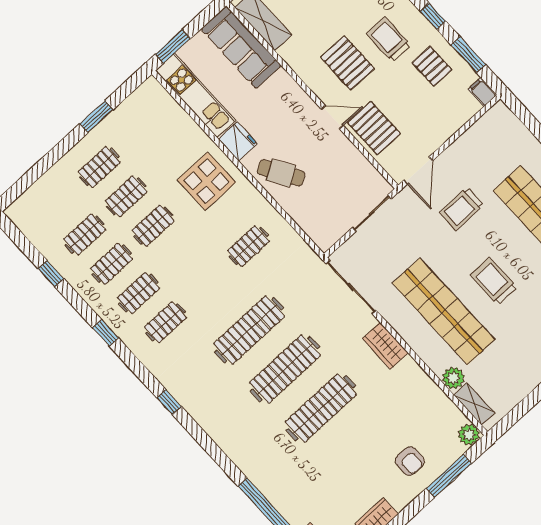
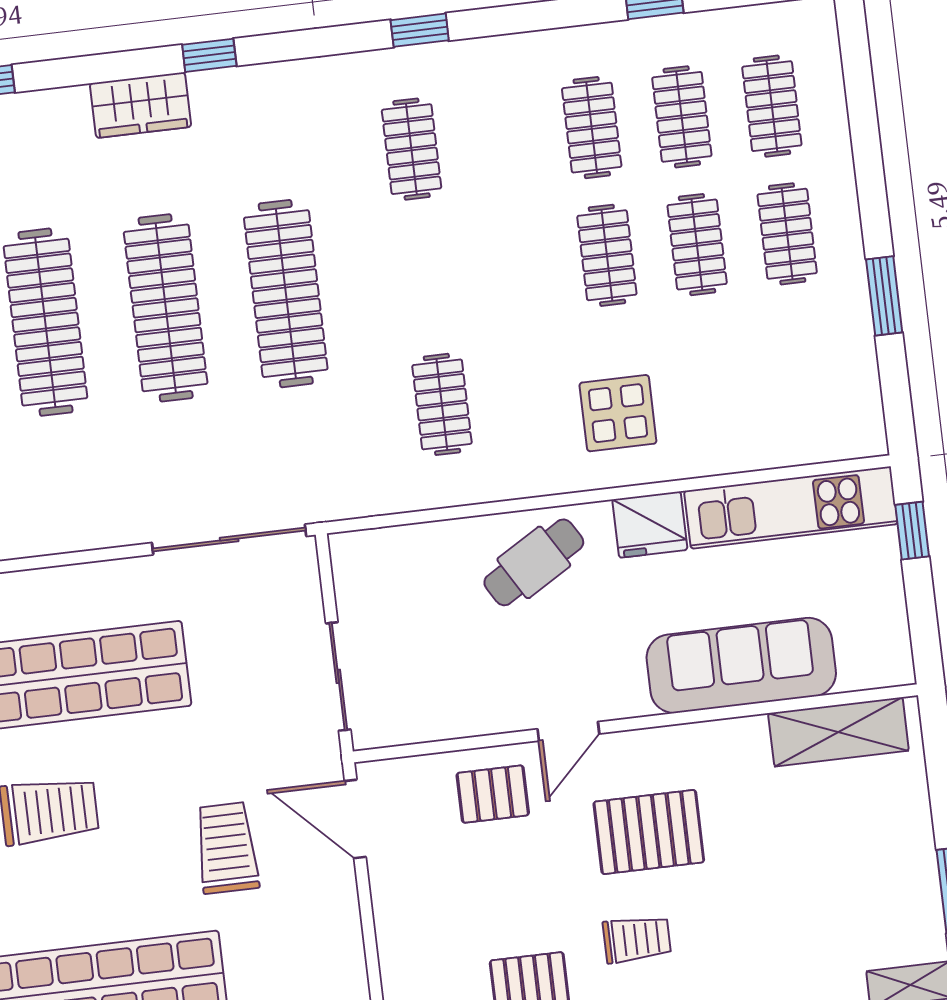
trolley: (389, 40) -> (637, 939), width x0.73, depth x0.72
window: (173, 46) -> (912, 531), width x0.67
sofa: (241, 47) -> (741, 665), moved
pallet: (374, 128) -> (493, 794), width x0.67, depth x0.71
display table: (206, 181) -> (618, 413), width x0.73, depth x0.73
clothes rail: (139, 293) -> (772, 106), moved
window: (105, 333) -> (420, 30), moved
wardrobe: (385, 346) -> (140, 105), moved, turned 180
window: (169, 402) -> (209, 55), moved

